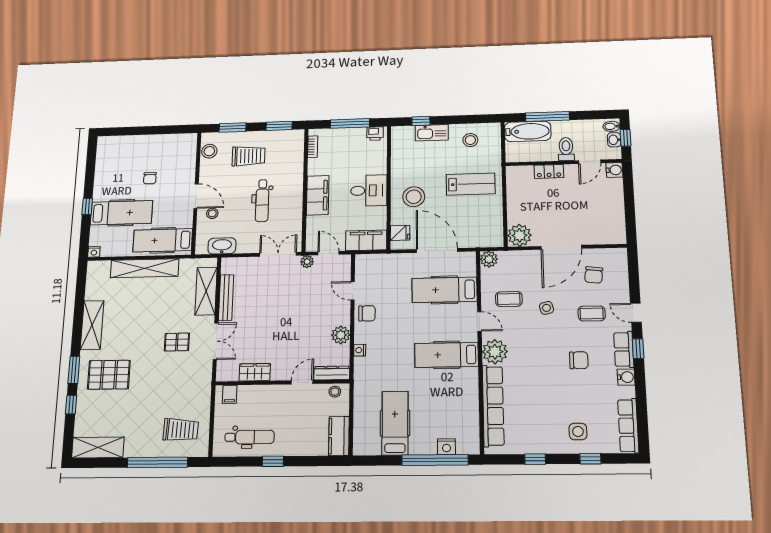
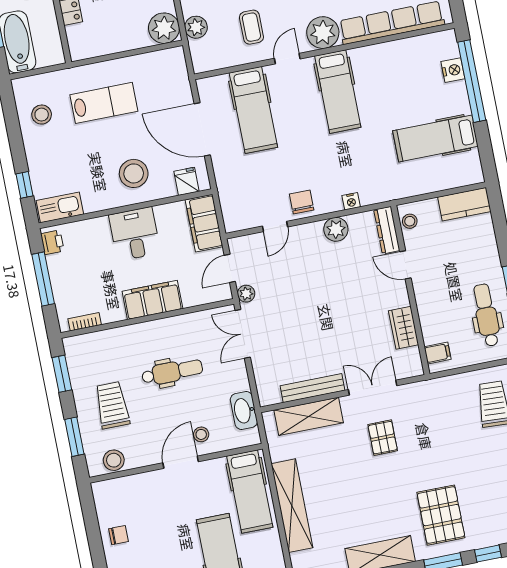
kitchen sink: (432, 133) -> (60, 207), moved, turned -90
chair: (150, 178) -> (119, 535), moved
lab bench: (471, 184) -> (104, 103), turned 90
door: (437, 250) -> (202, 129), hinge flipped
plant: (489, 259) -> (196, 27), moved

